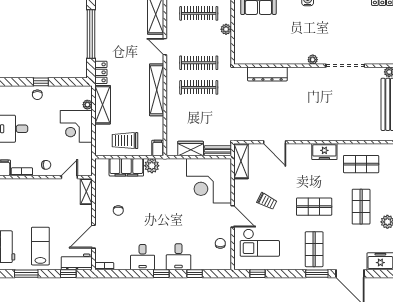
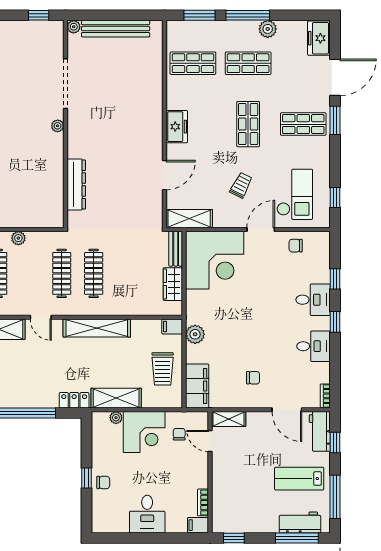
door: (165, 47) -> (41, 317), hinge flipped
freezer: (324, 152) -> (177, 127), moved
shop shelf: (361, 164) -> (193, 63), turned 90
chair: (46, 165) -> (179, 434), moved
filing cabinet: (126, 167) -> (197, 386), moved
window: (26, 274) -> (335, 497), width x1.44

